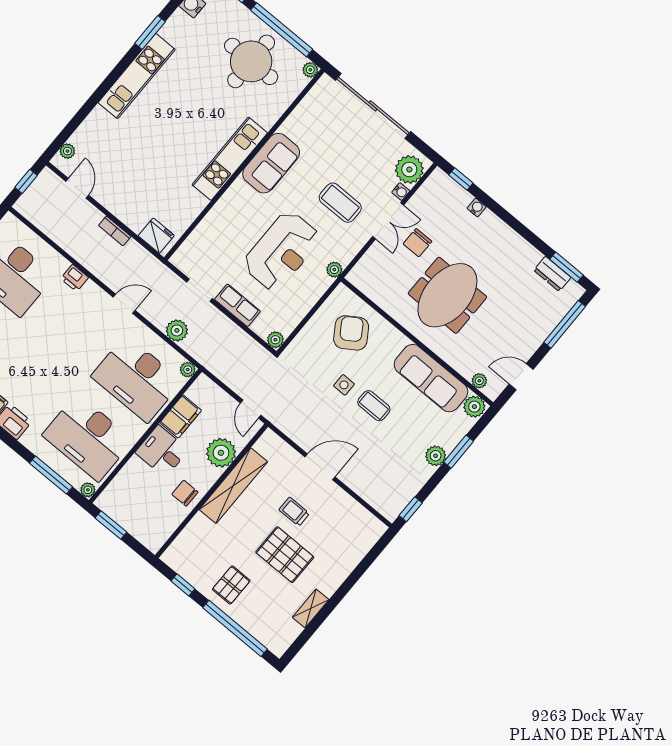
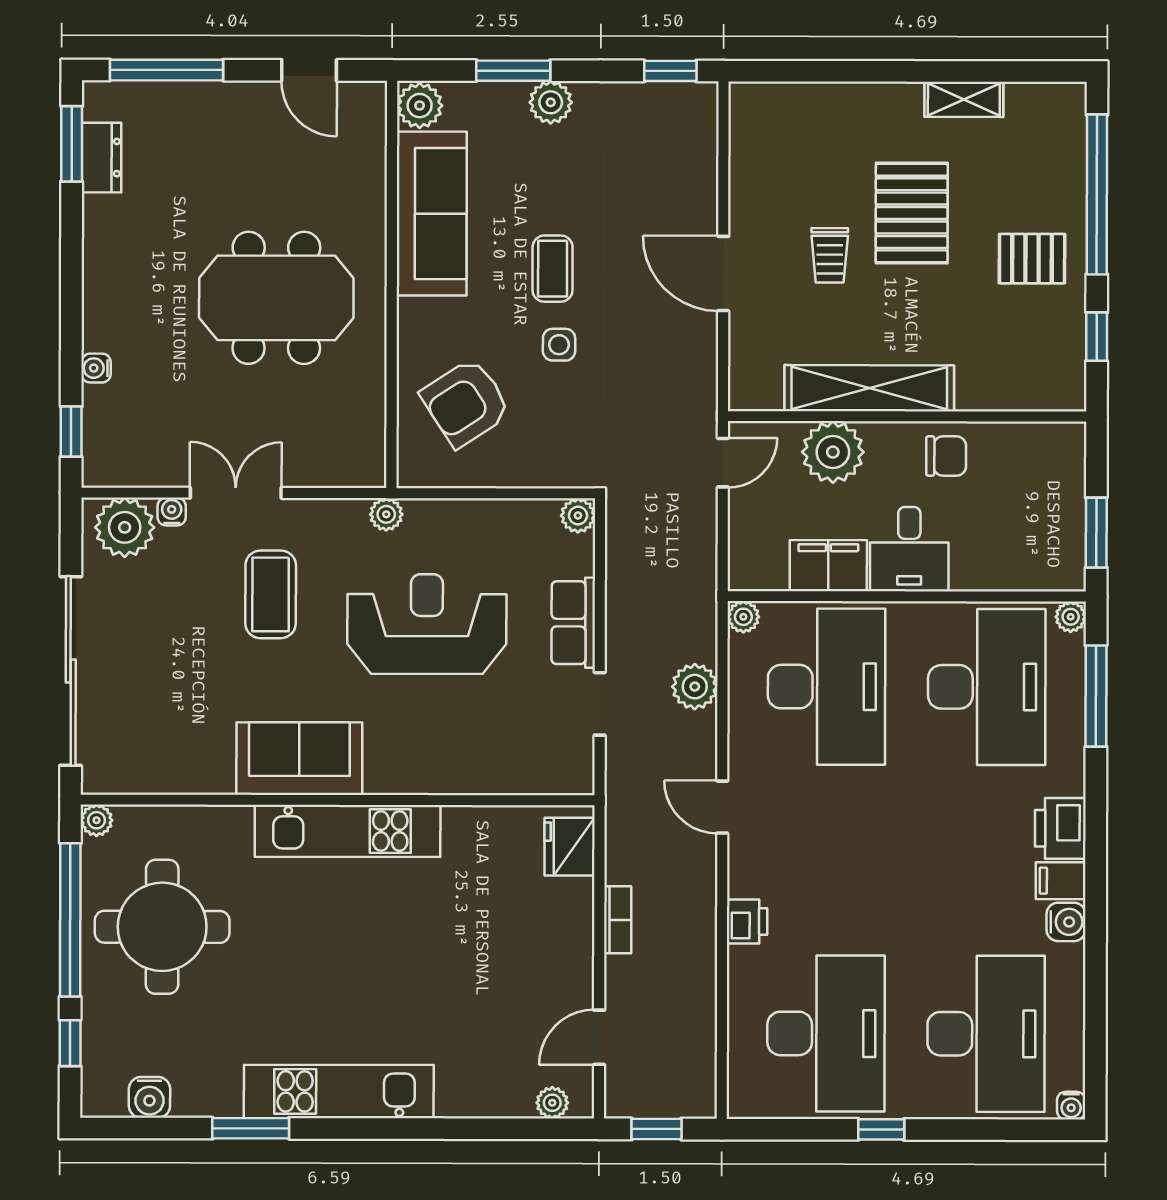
chair: (418, 243) -> (232, 416), removed
plant: (479, 381) -> (371, 132), removed
chair: (185, 493) -> (946, 456), turned -90

